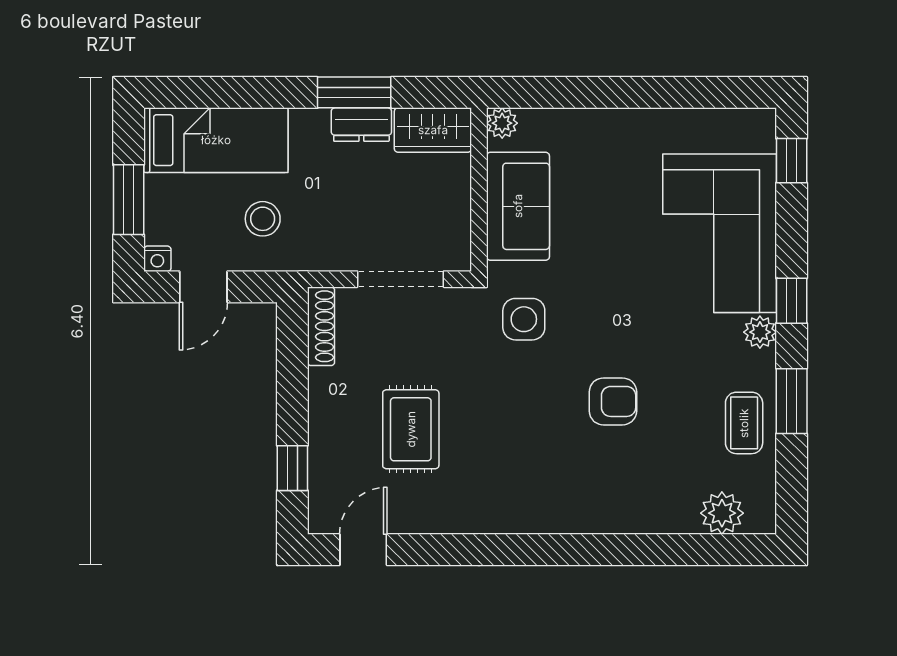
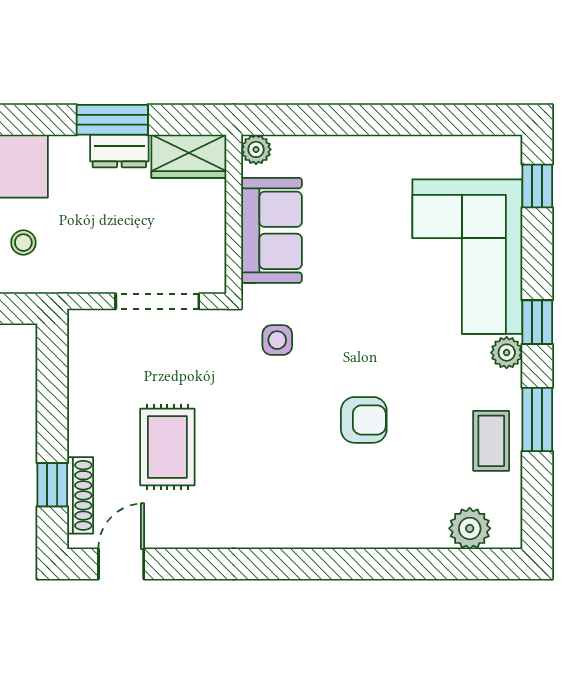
stool: (263, 219) -> (23, 243), width x0.73, depth x0.73
side table: (524, 319) -> (277, 340), width x0.73, depth x0.73
shoe rack: (321, 326) -> (80, 495), moved

